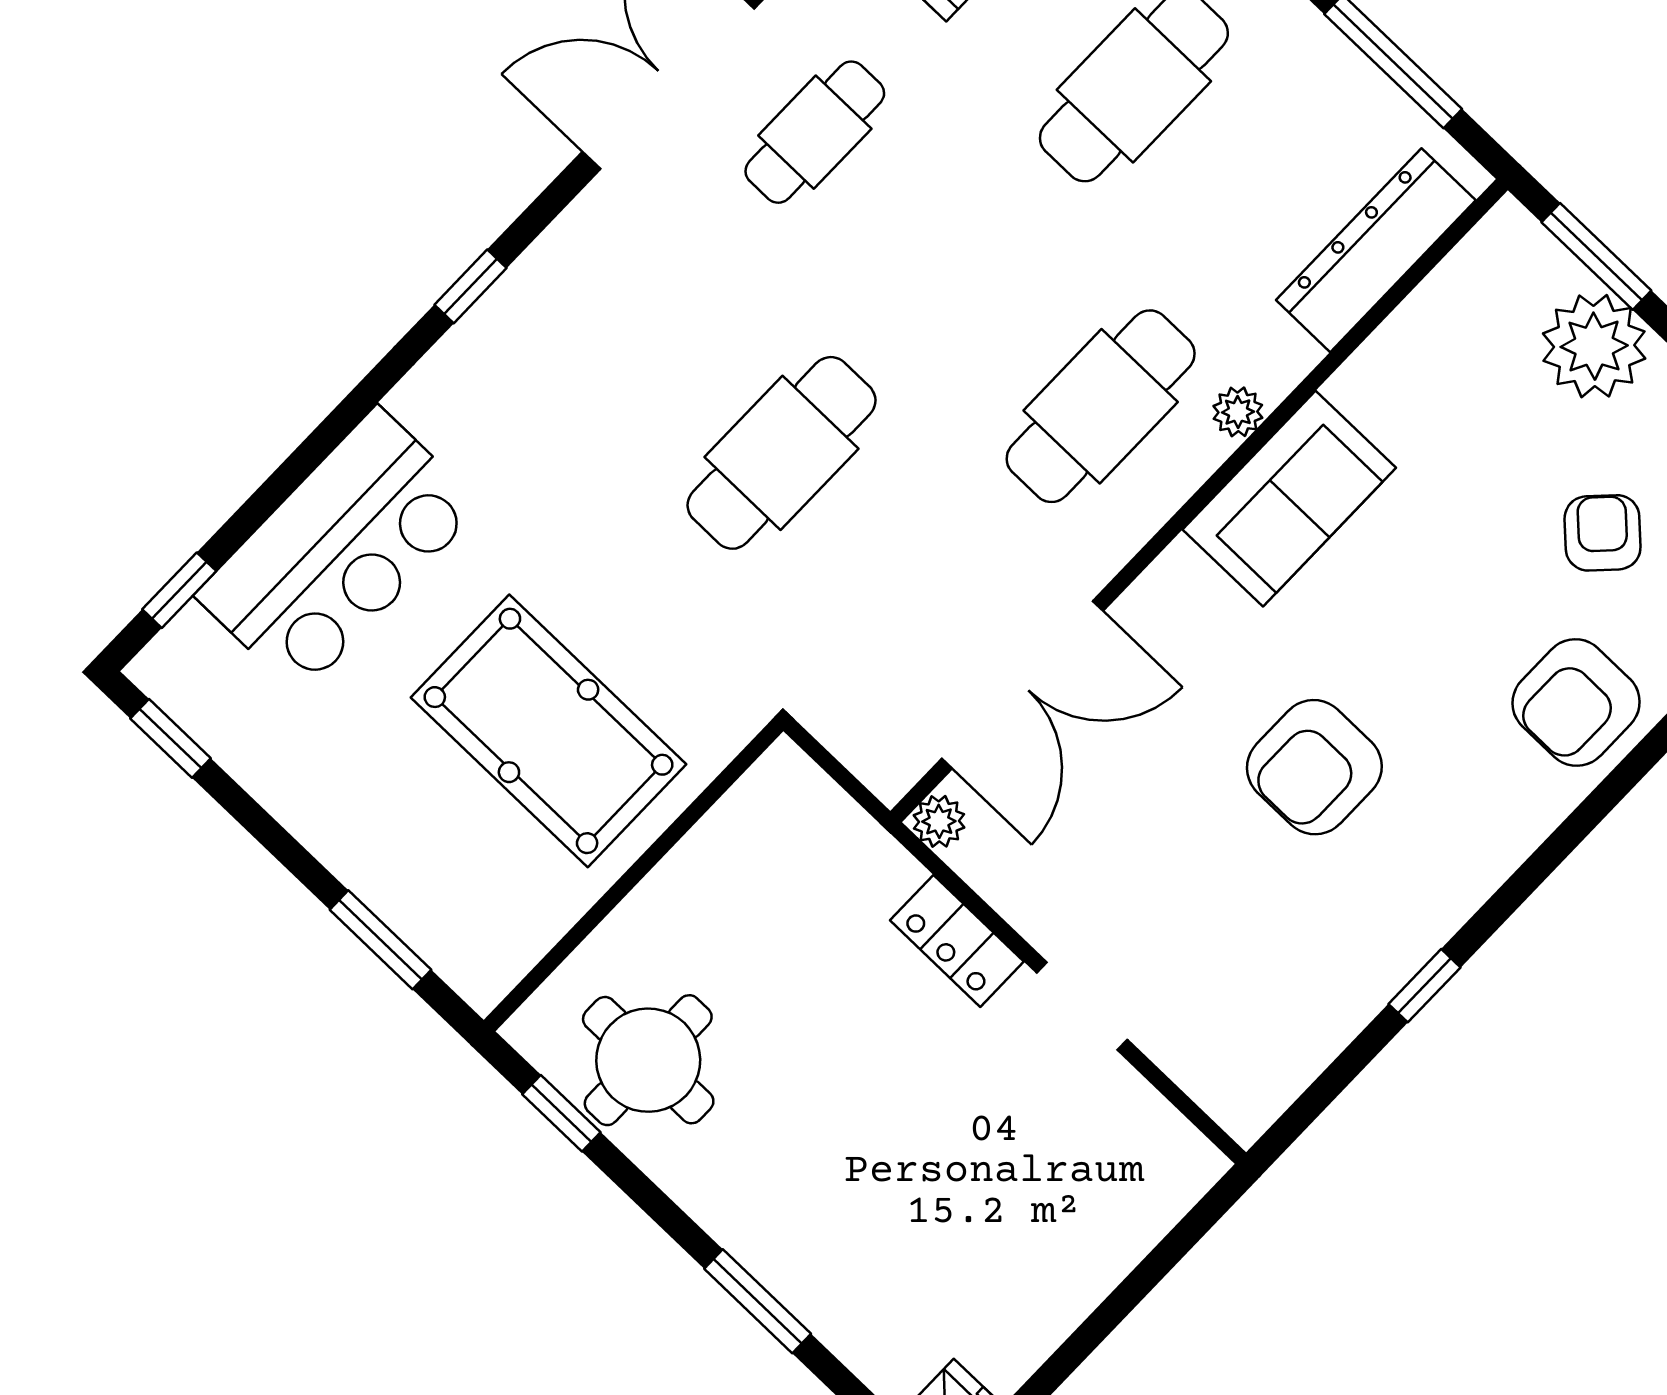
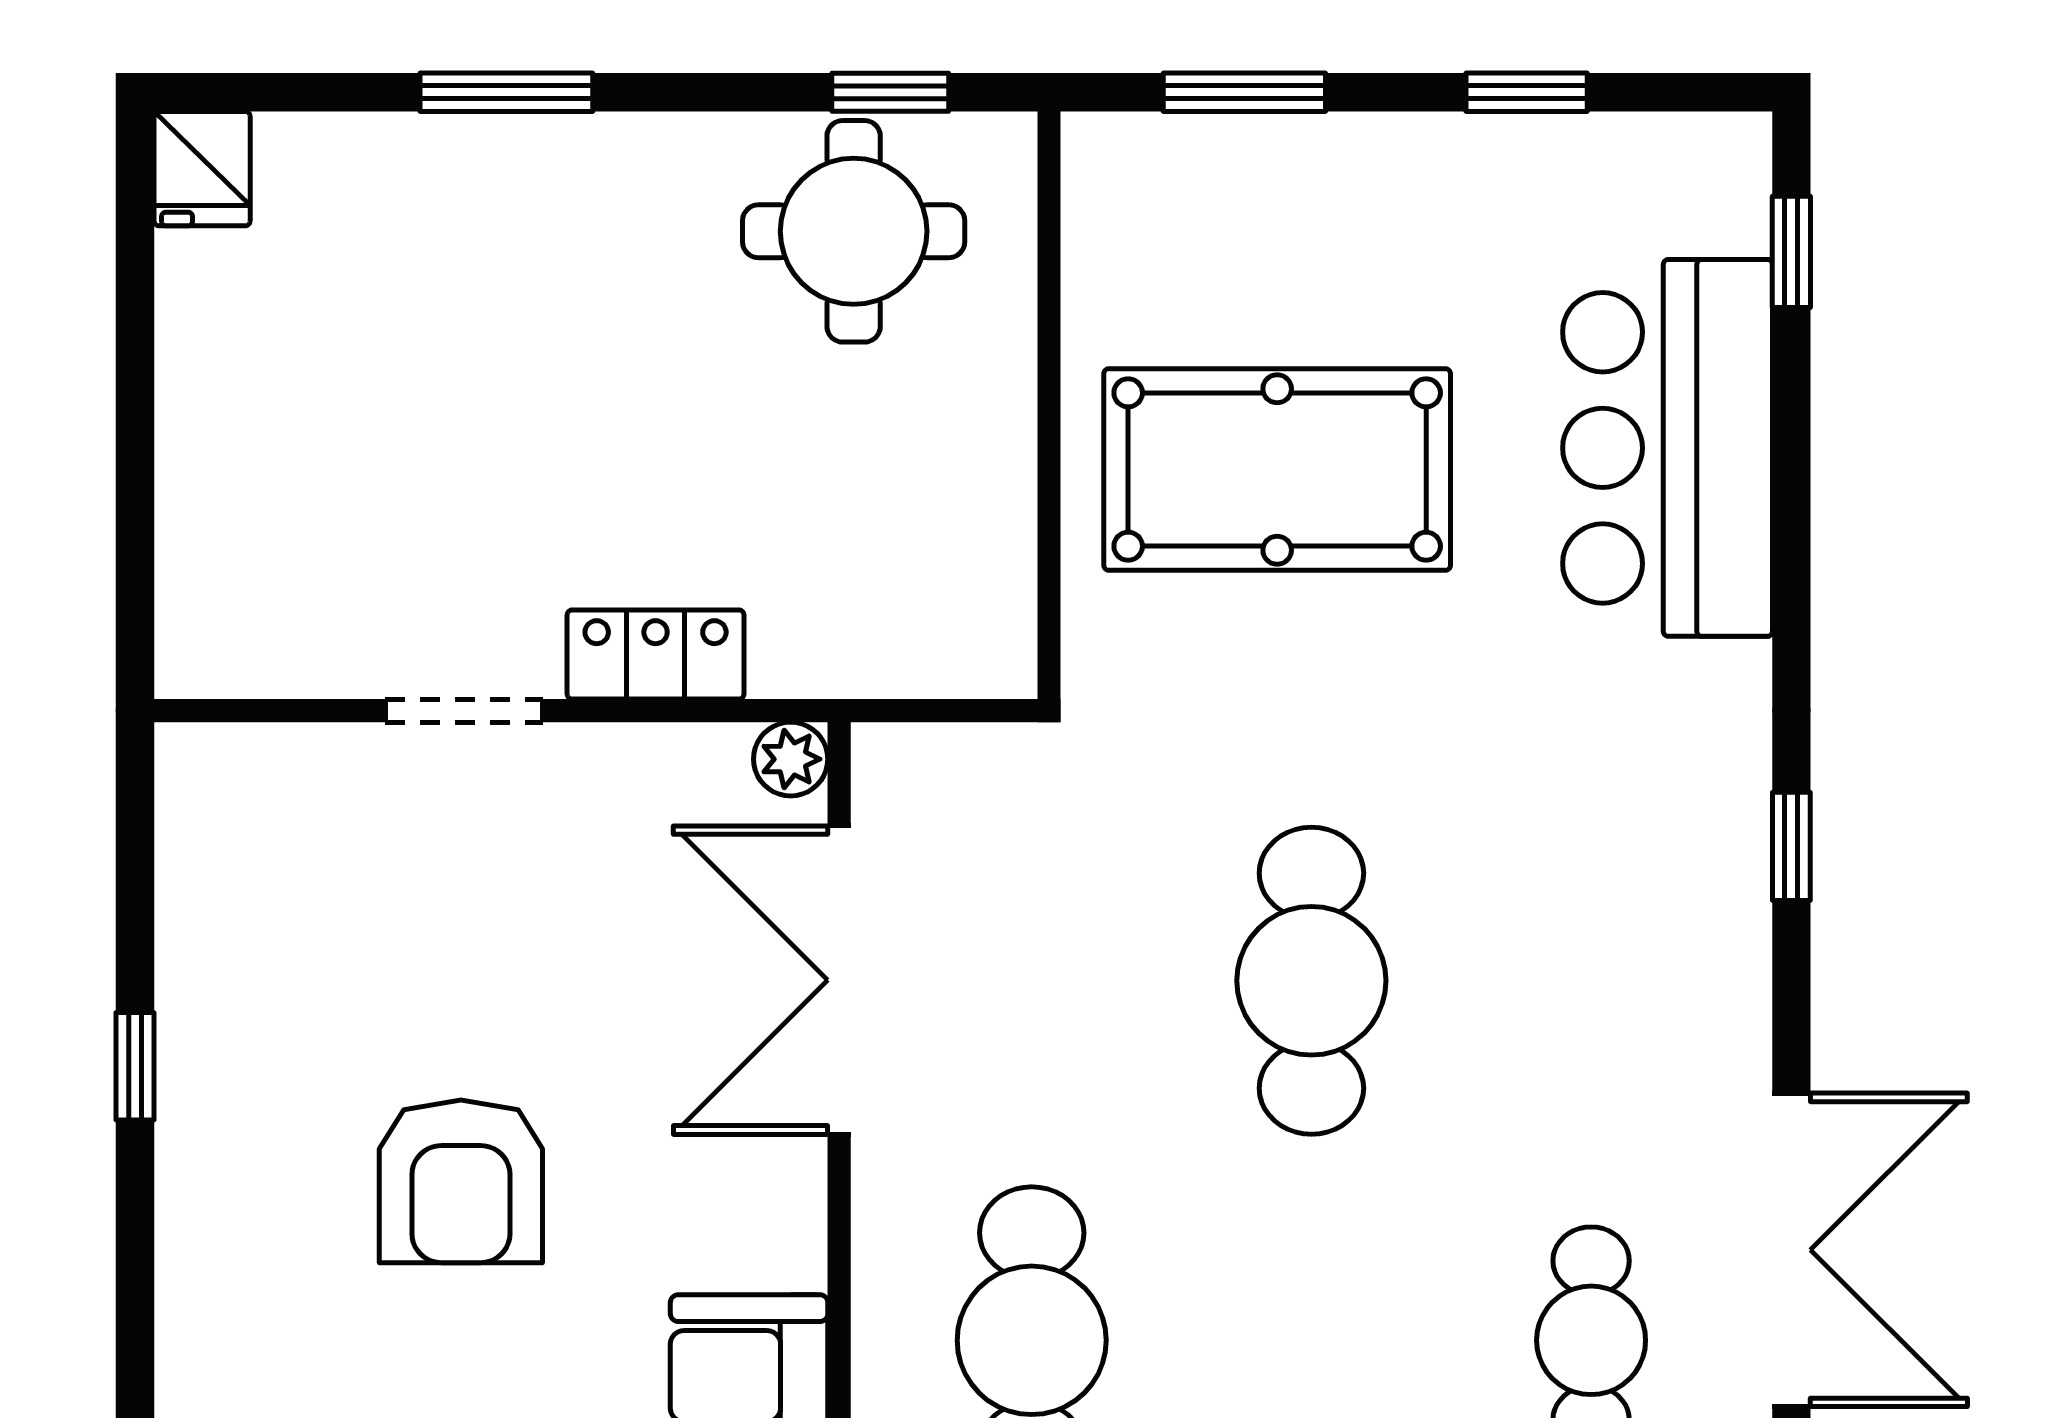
window: (170, 738) -> (1527, 92), moved
armchair: (1314, 767) -> (461, 1181), turned 180

